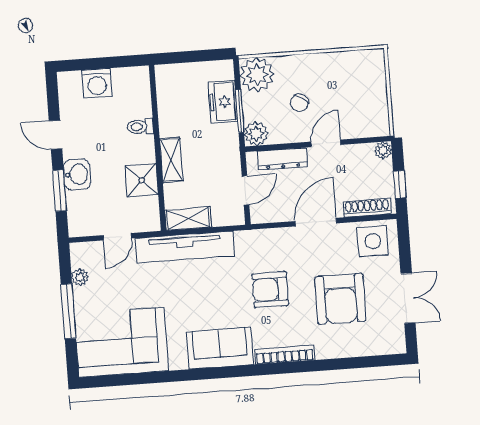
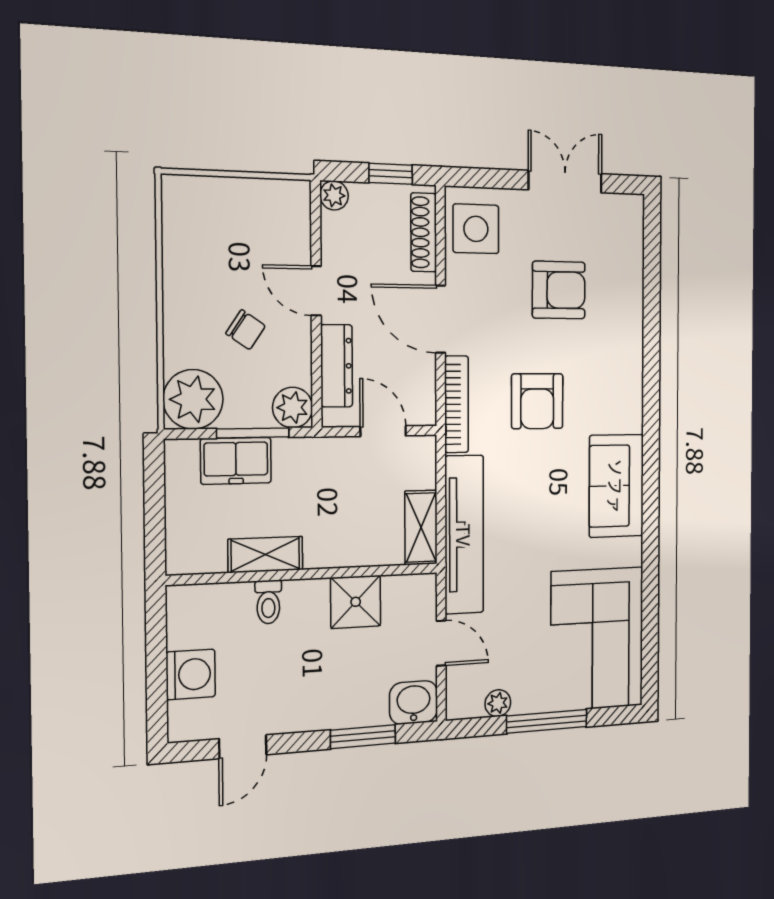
door: (55, 135) -> (243, 747), moved
shelving: (171, 160) -> (265, 555), moved
washbasin: (77, 174) -> (414, 703), moved
armchair: (340, 299) -> (559, 290), width x0.73, depth x0.73
bookcase: (285, 355) -> (457, 404), moved, turned 180

